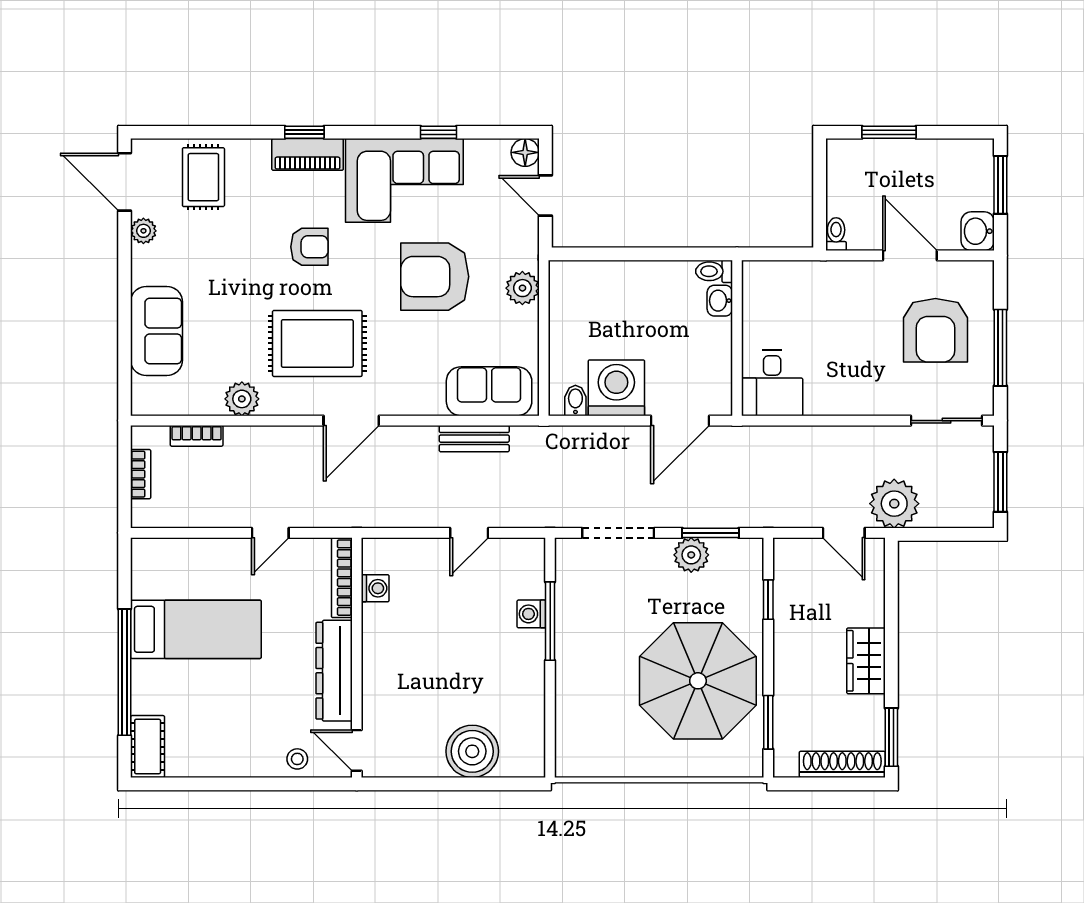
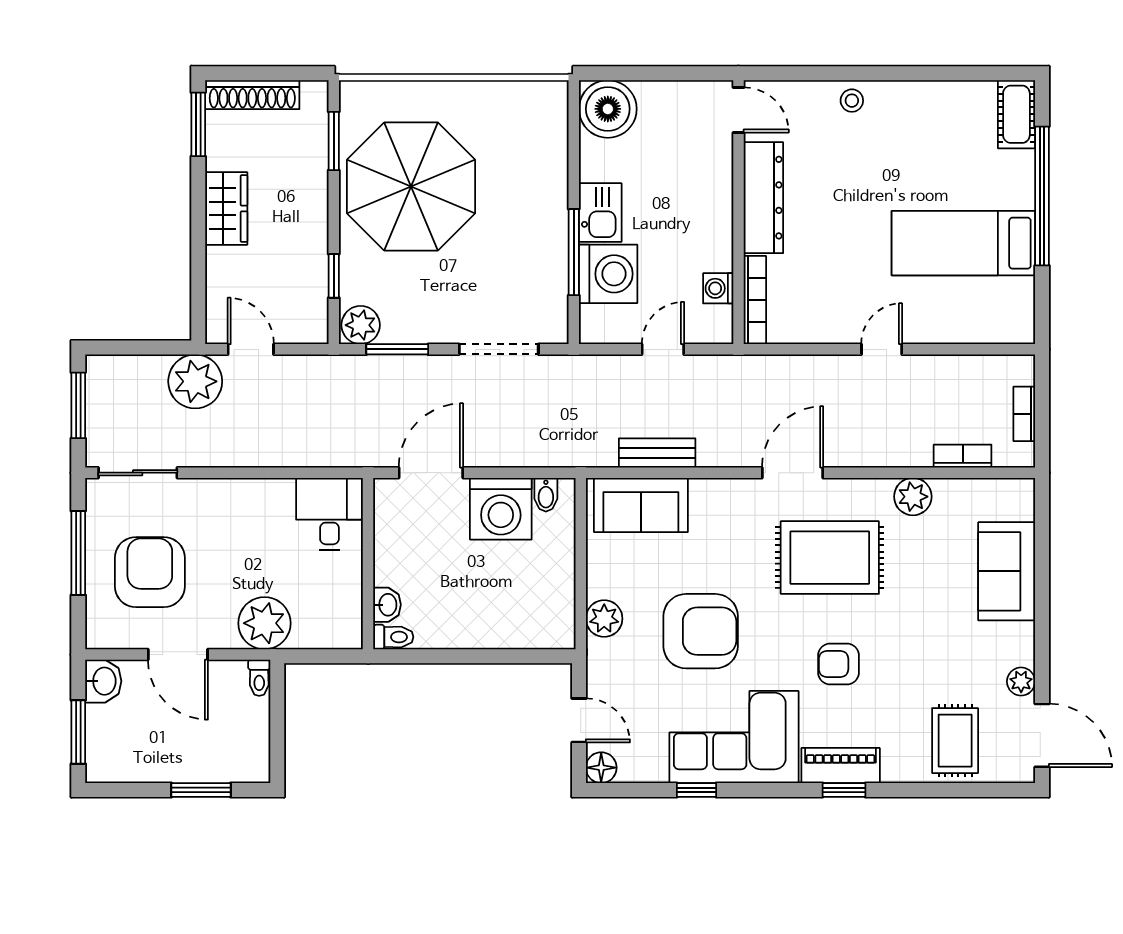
plant: (831, 284) -> (264, 623), added
plant: (691, 555) -> (361, 325), moved
bookcase: (342, 578) -> (755, 300), moved
washing machine: (375, 588) -> (718, 288), moved
washing machine: (531, 614) -> (608, 274), width x1.89, depth x1.89
kitchen sink: (526, 657) -> (600, 213), added
wall: (357, 658) -> (738, 212), moved
dresser: (334, 671) -> (763, 198), moved
door: (357, 750) -> (738, 110), moved
boiler: (472, 751) -> (608, 109), moved

